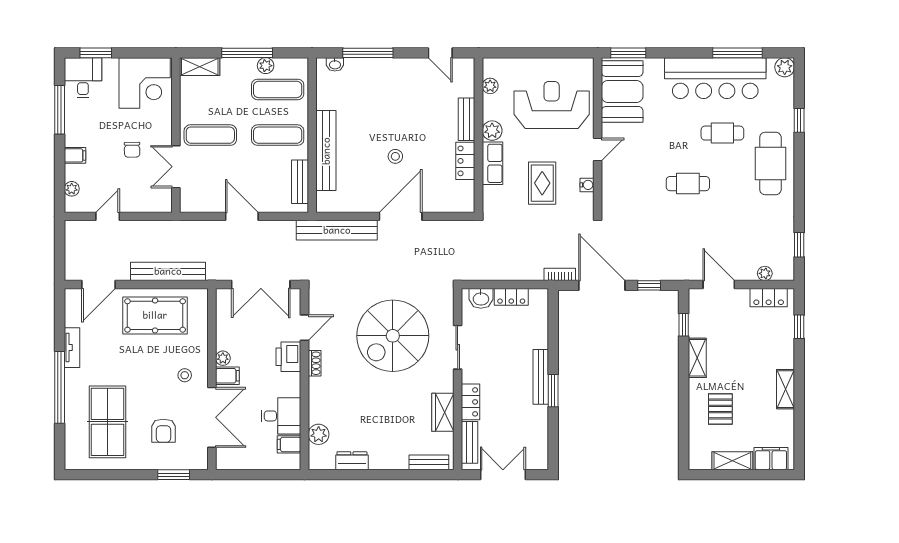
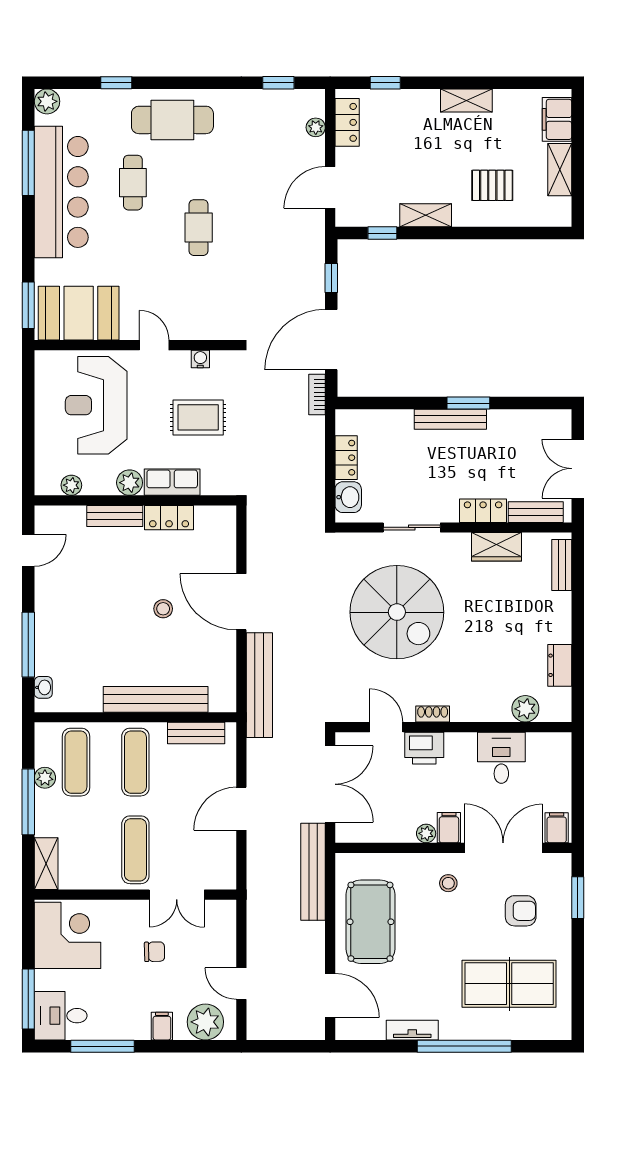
window: (96, 53) -> (28, 999), width x1.44
plant: (72, 189) -> (205, 1022), width x1.88, depth x1.88
bench: (168, 271) -> (313, 872), moved
filing cabinet: (289, 444) -> (557, 828), moved, turned 180

